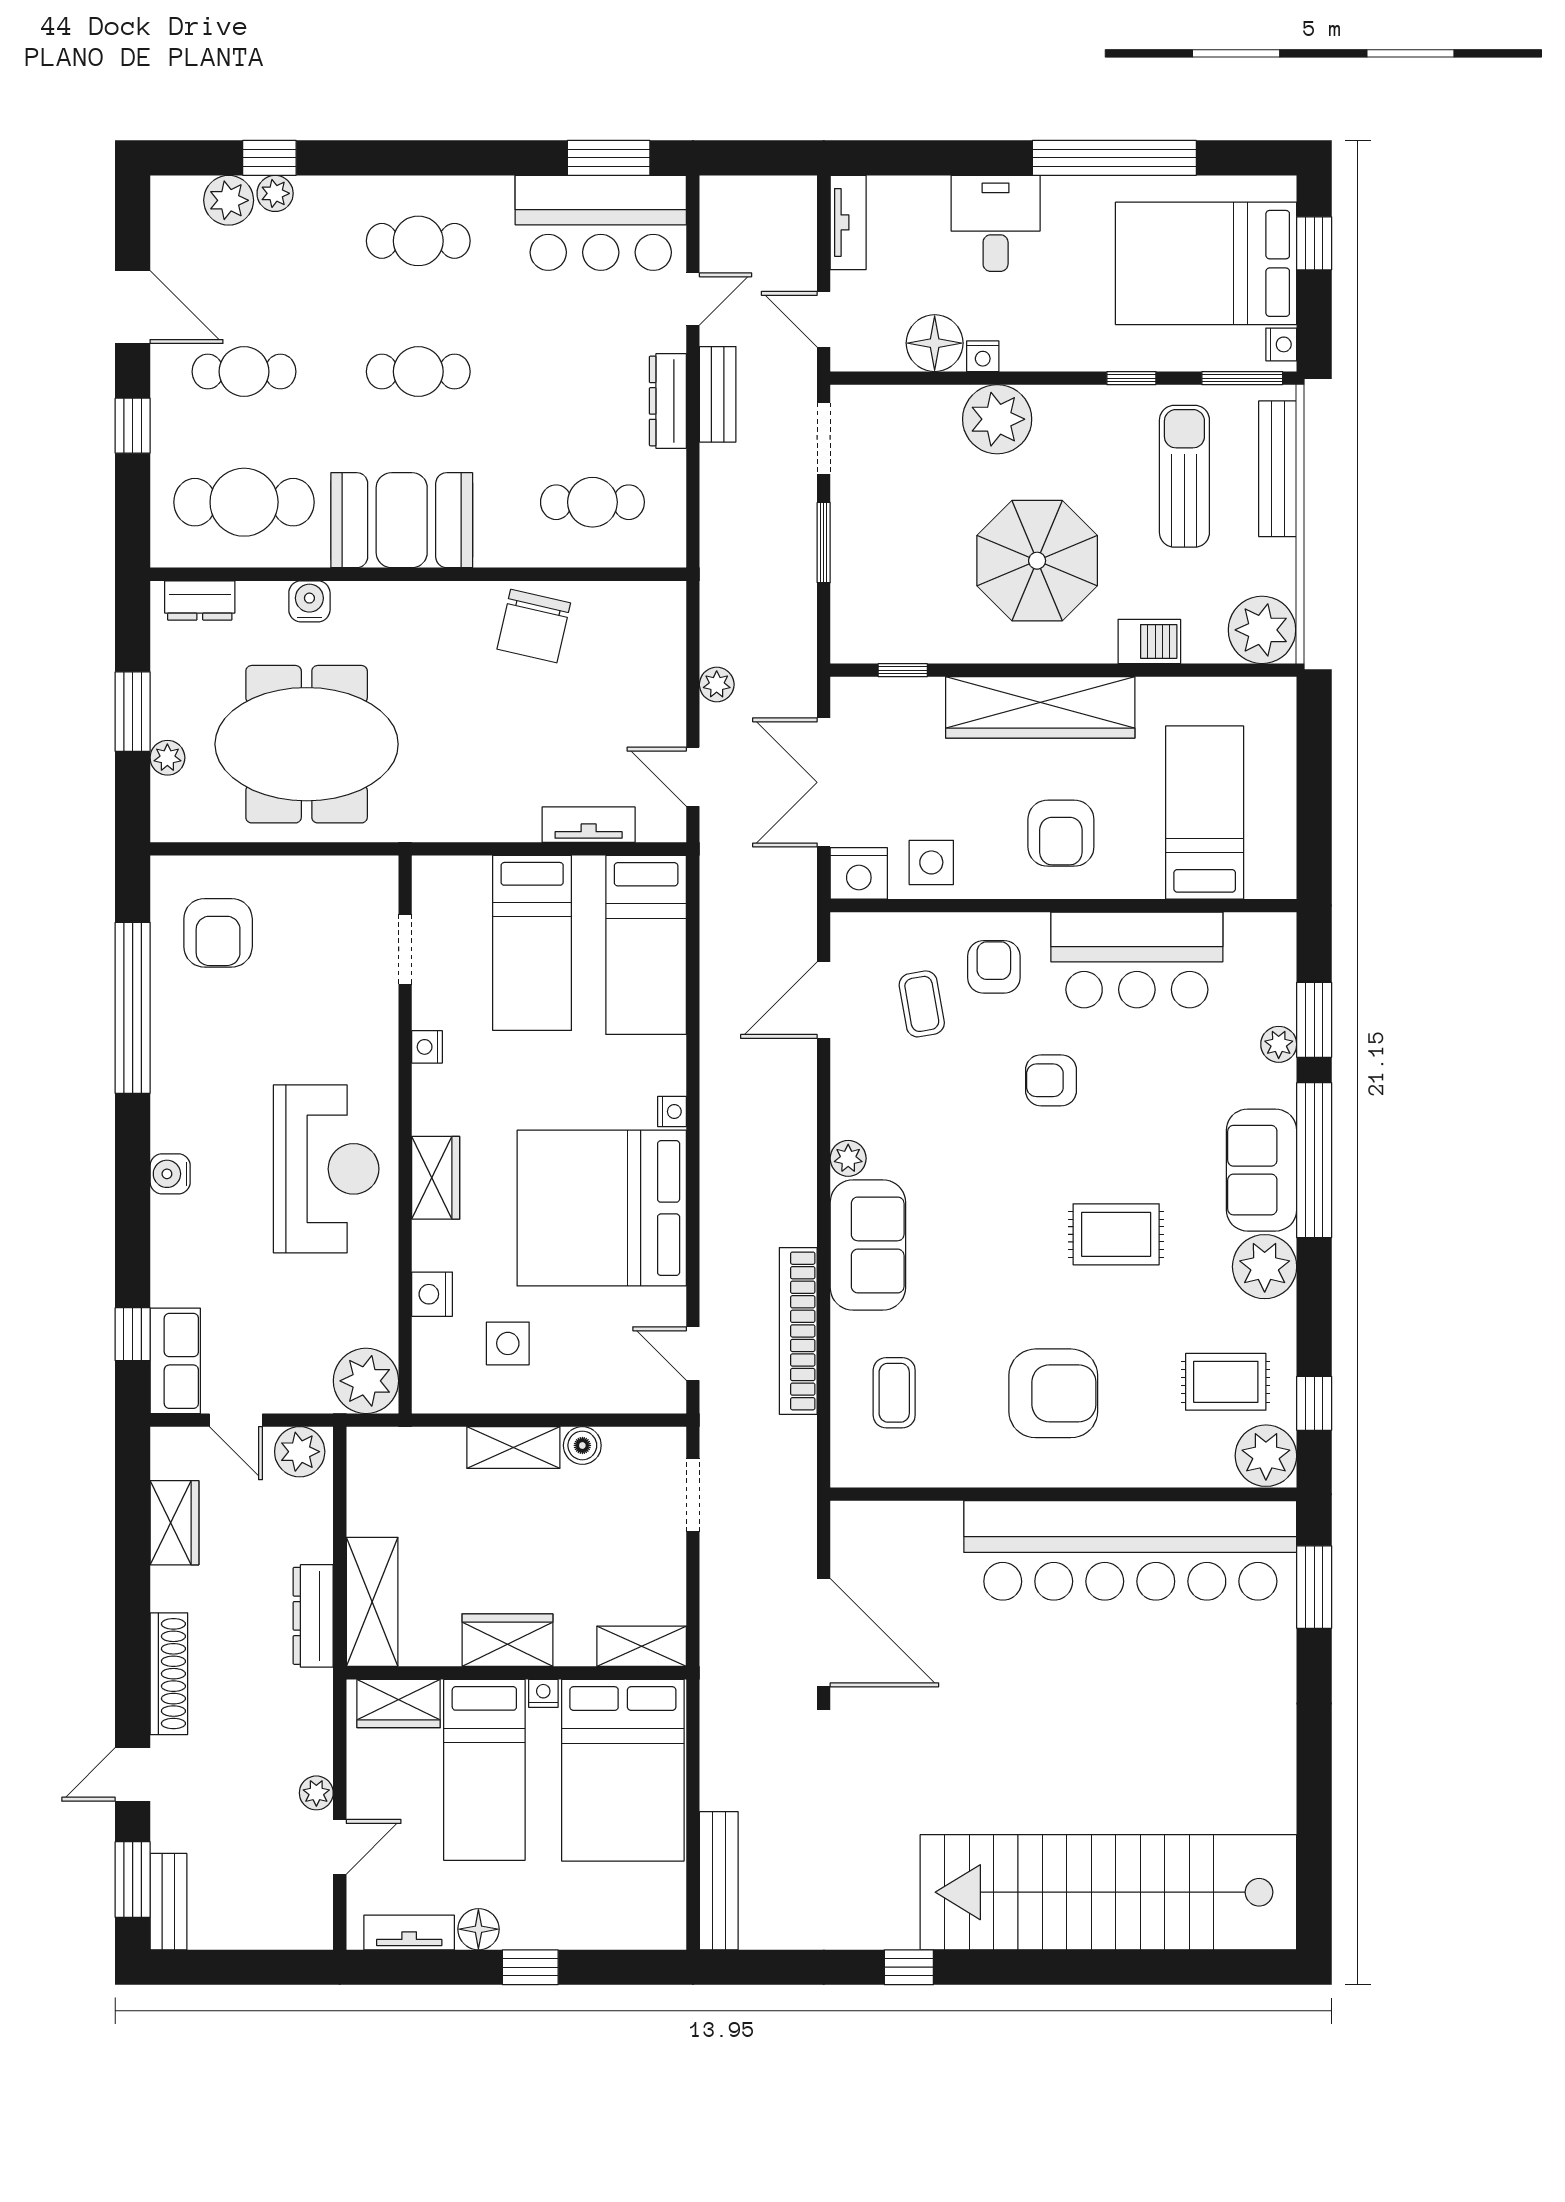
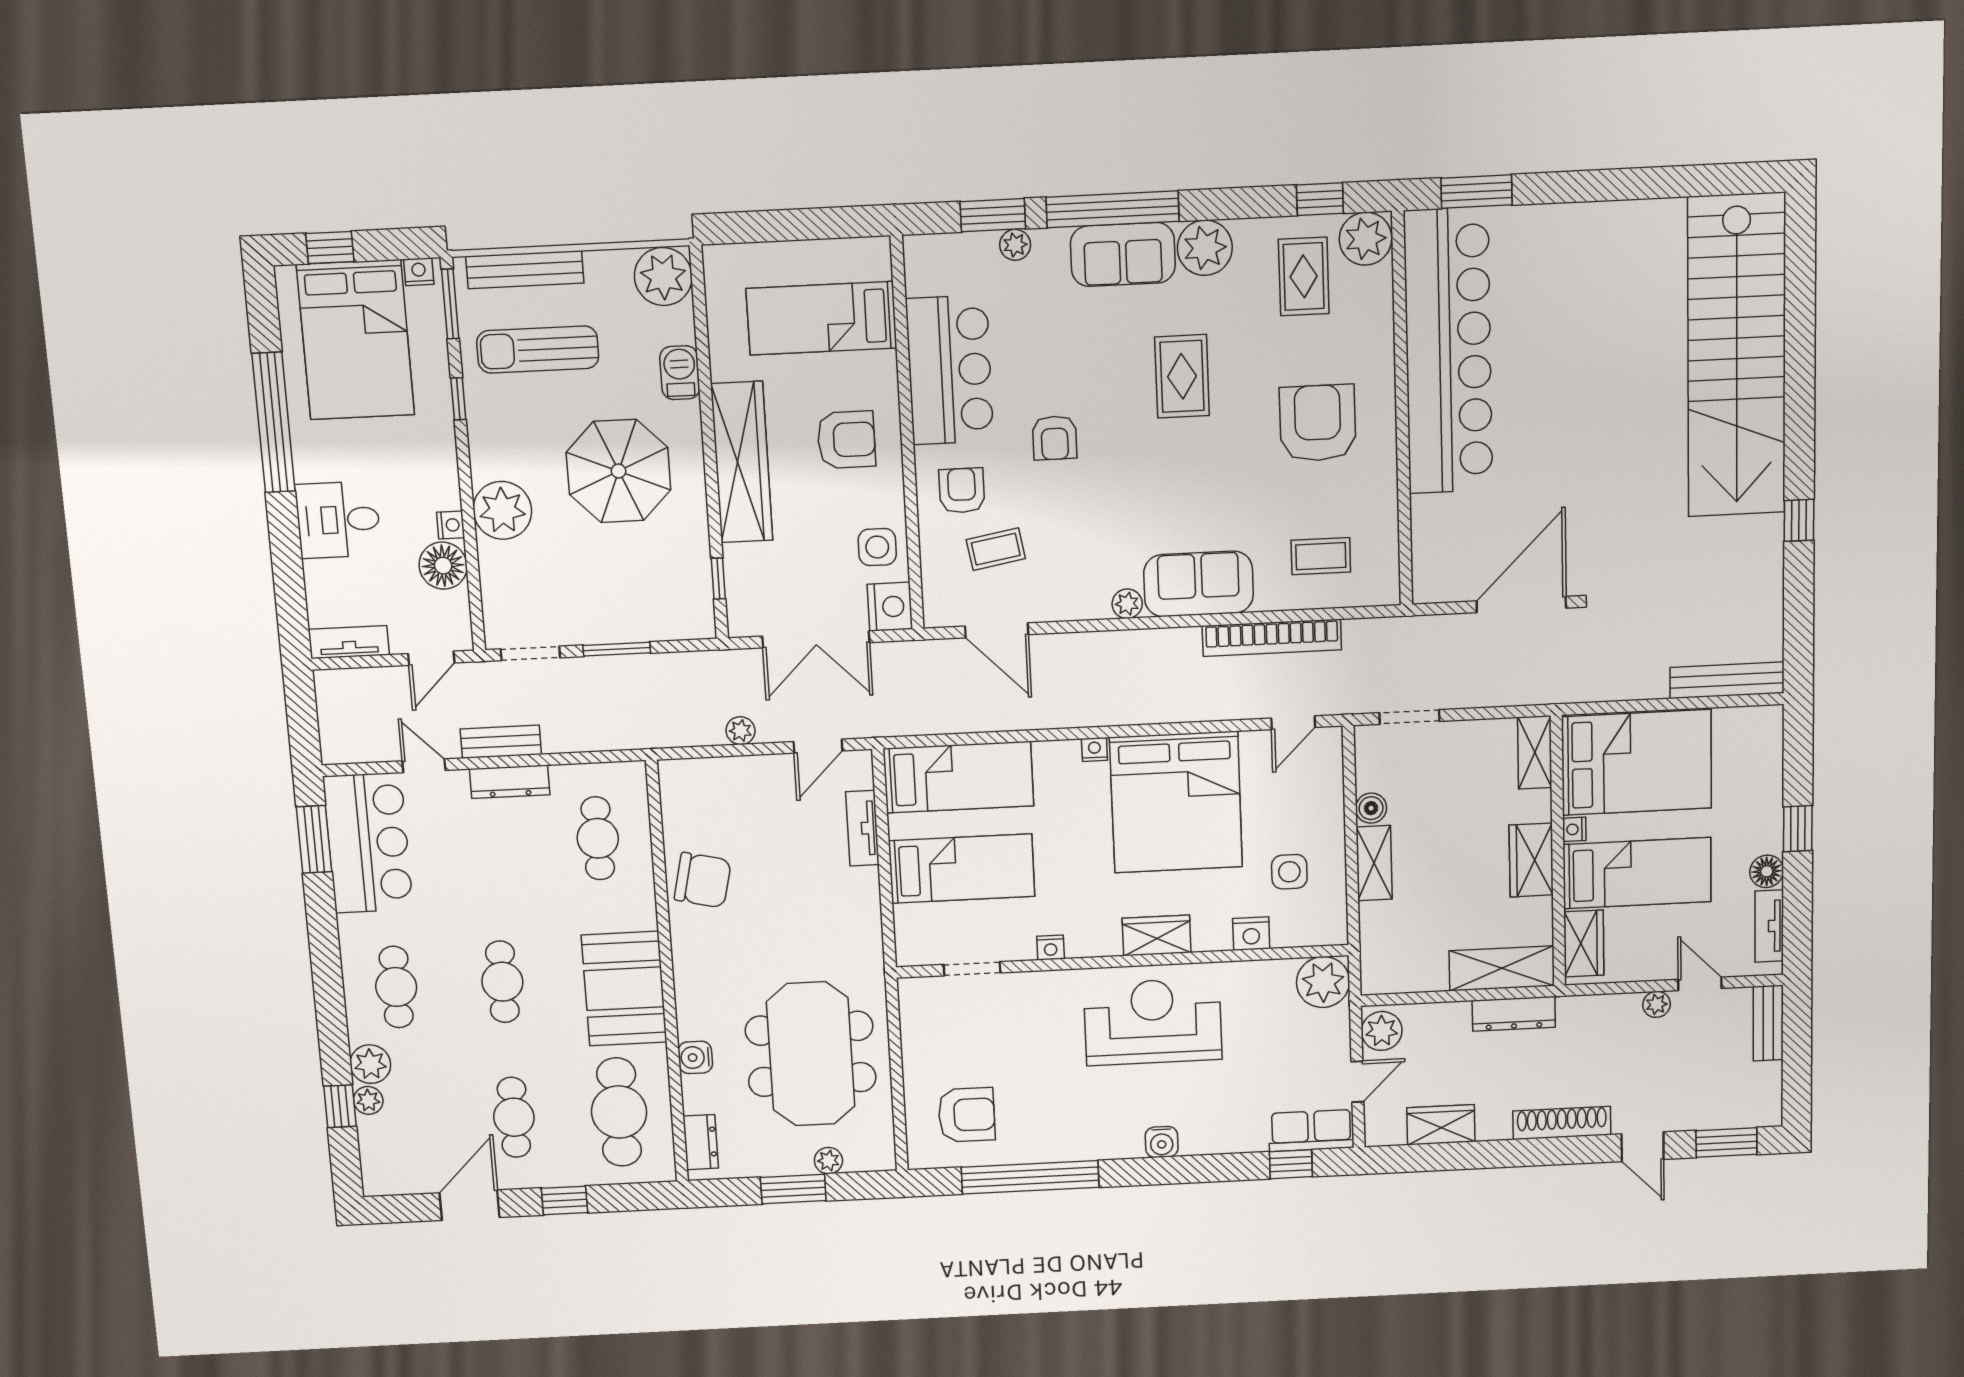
plant: (229, 200) -> (370, 1064), moved
armchair: (994, 967) -> (962, 491), turned 90
bench: (168, 1902) -> (1768, 1023), moved, turned 90

